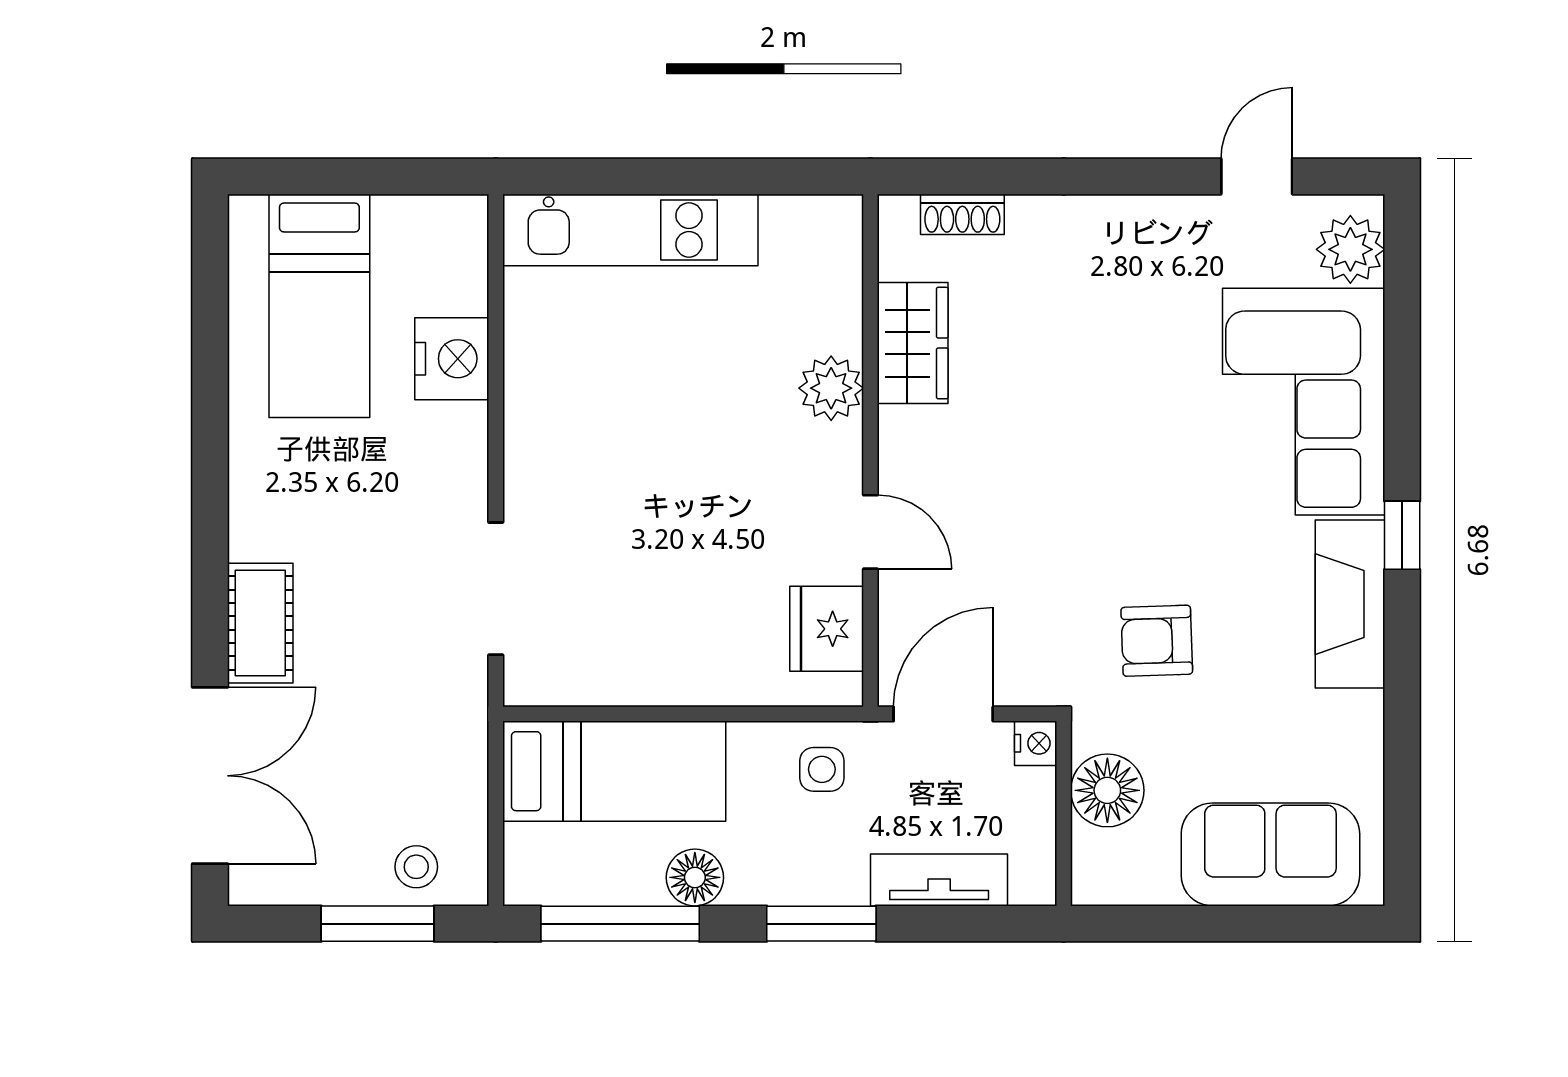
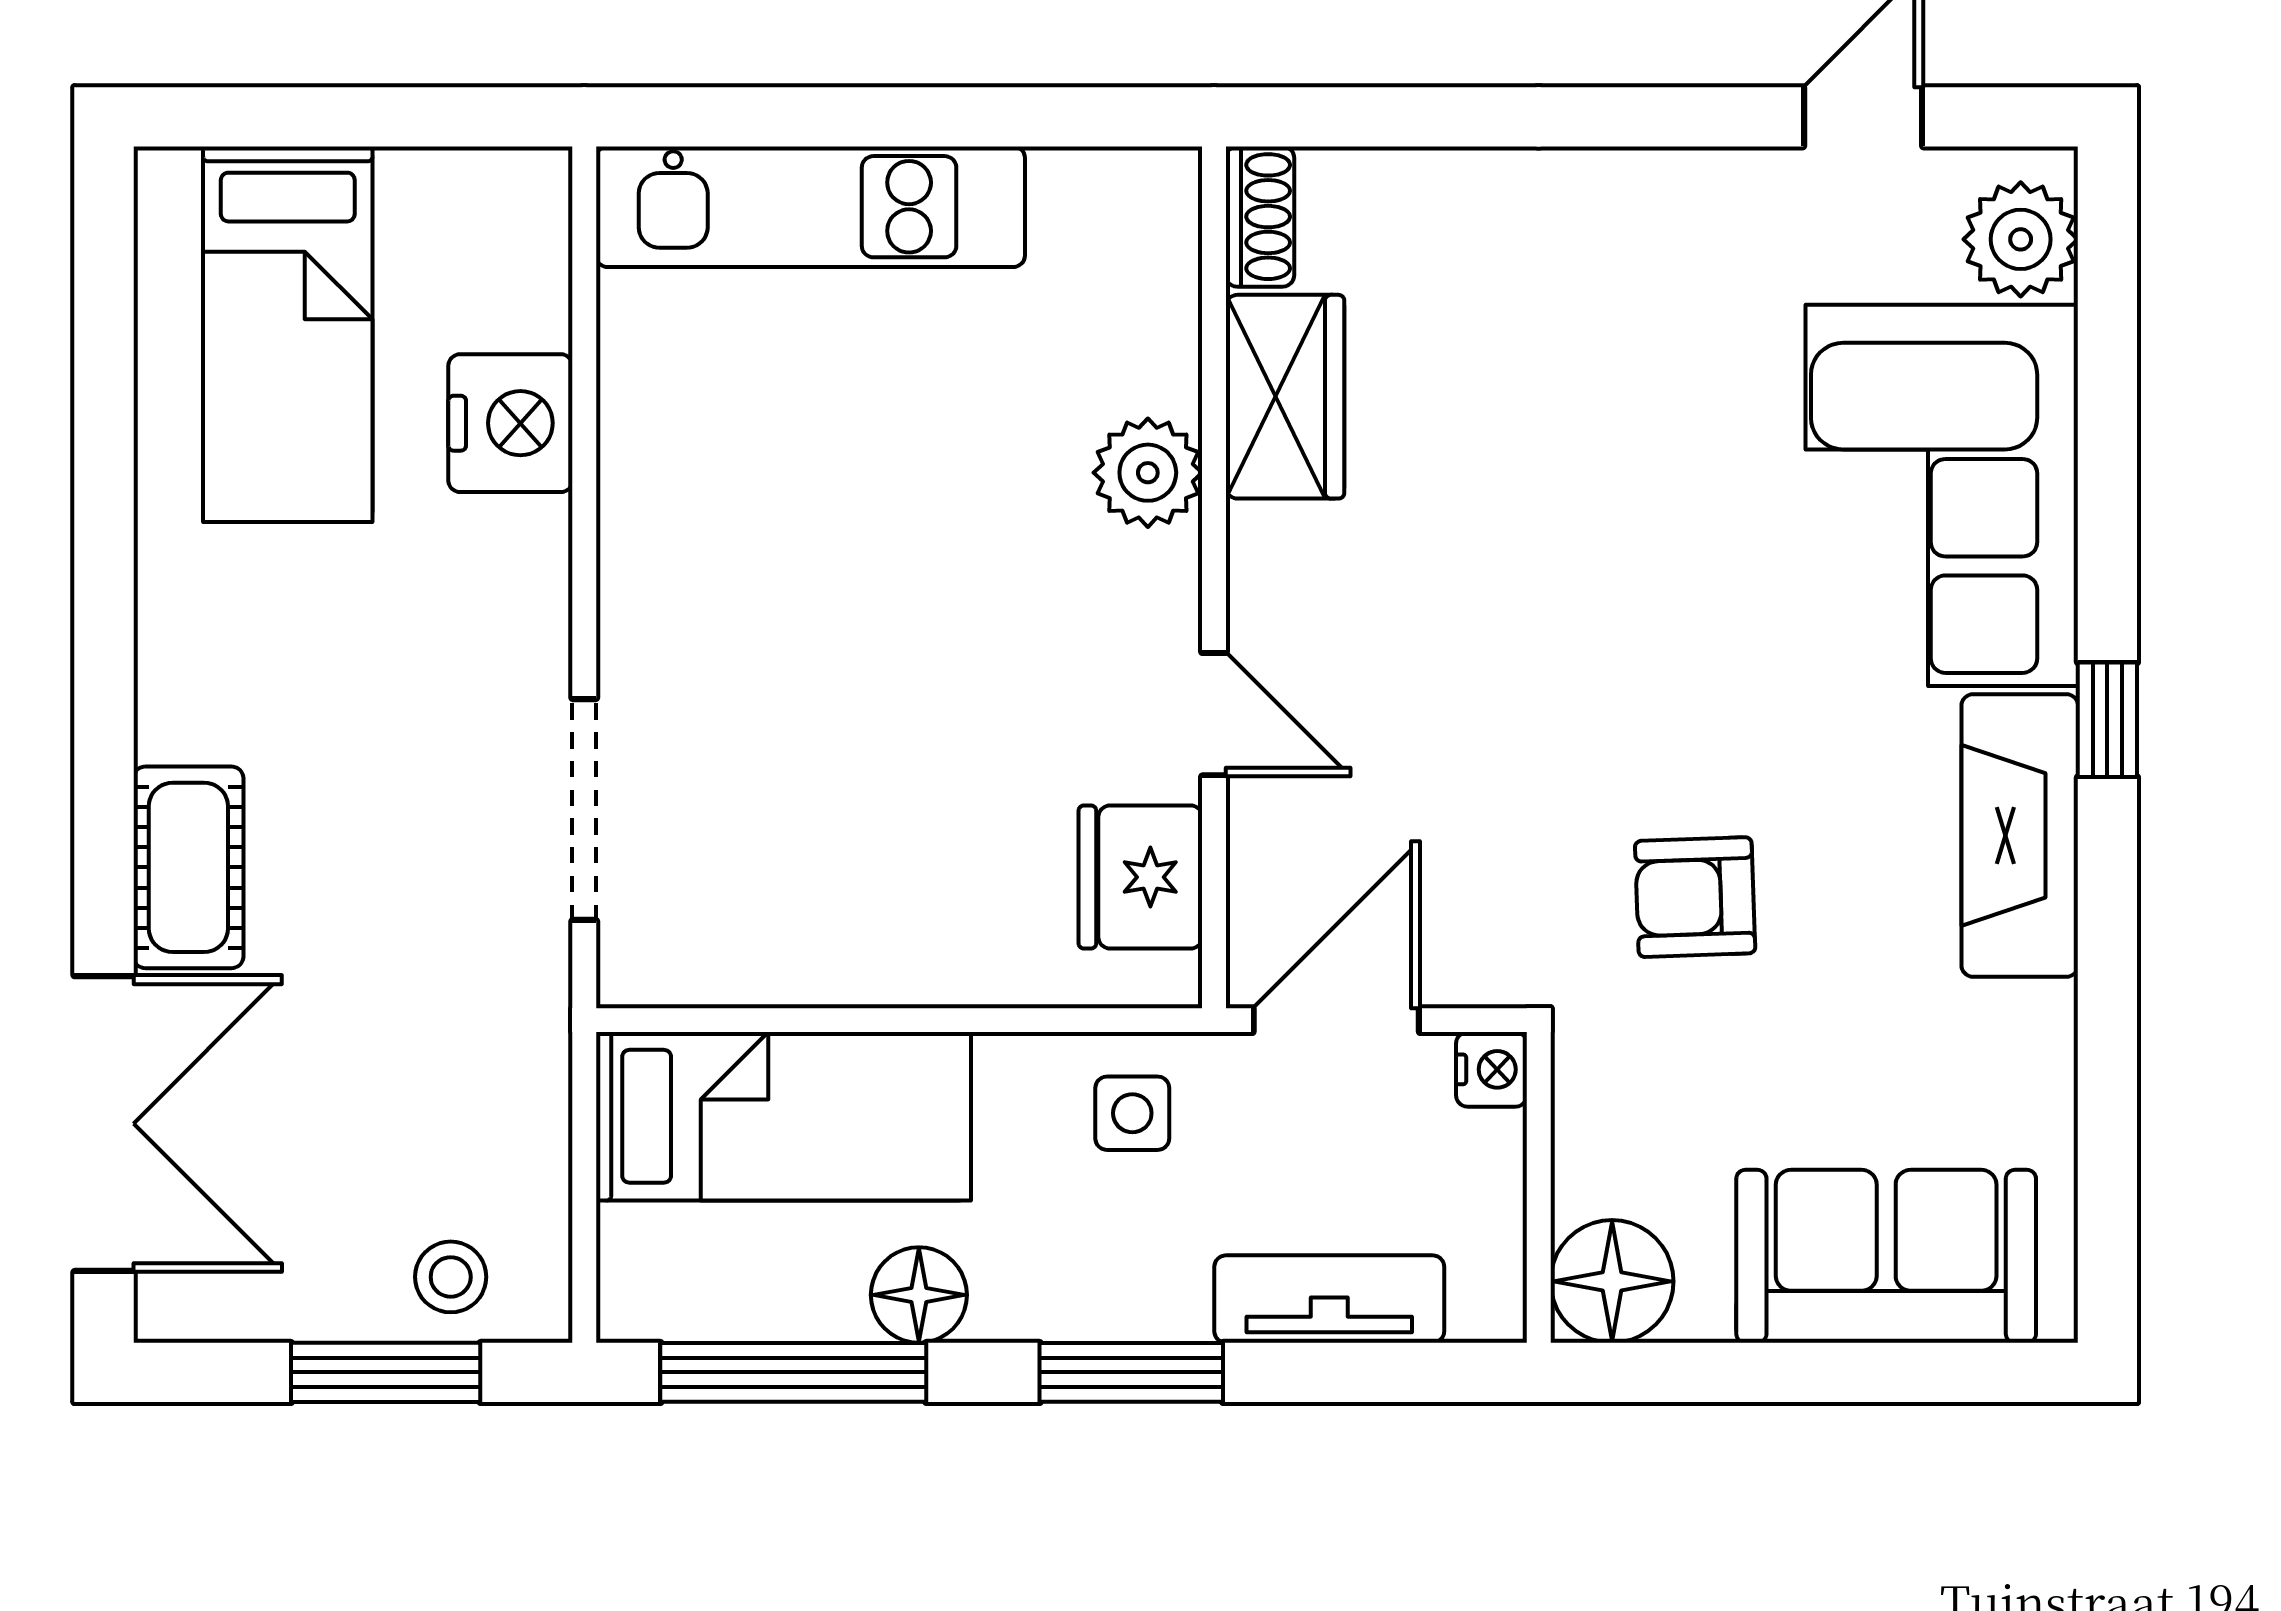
shoe rack: (962, 214) -> (1260, 217), moved, turned -90
floor lamp: (1107, 790) -> (1612, 1281), moved

